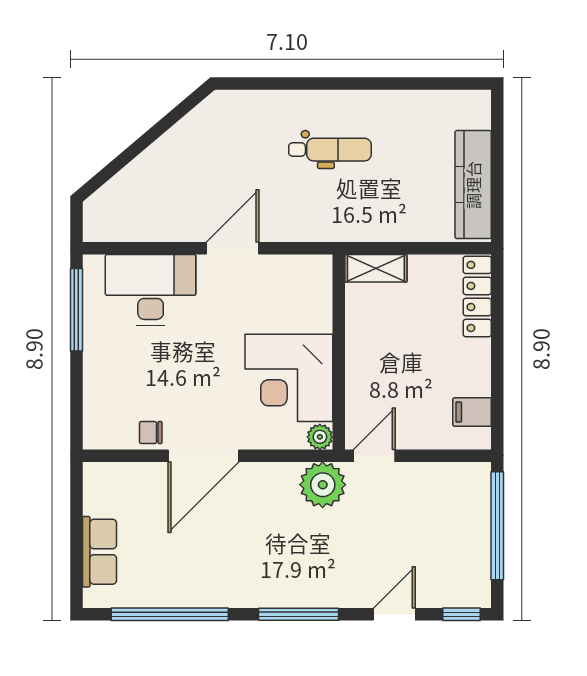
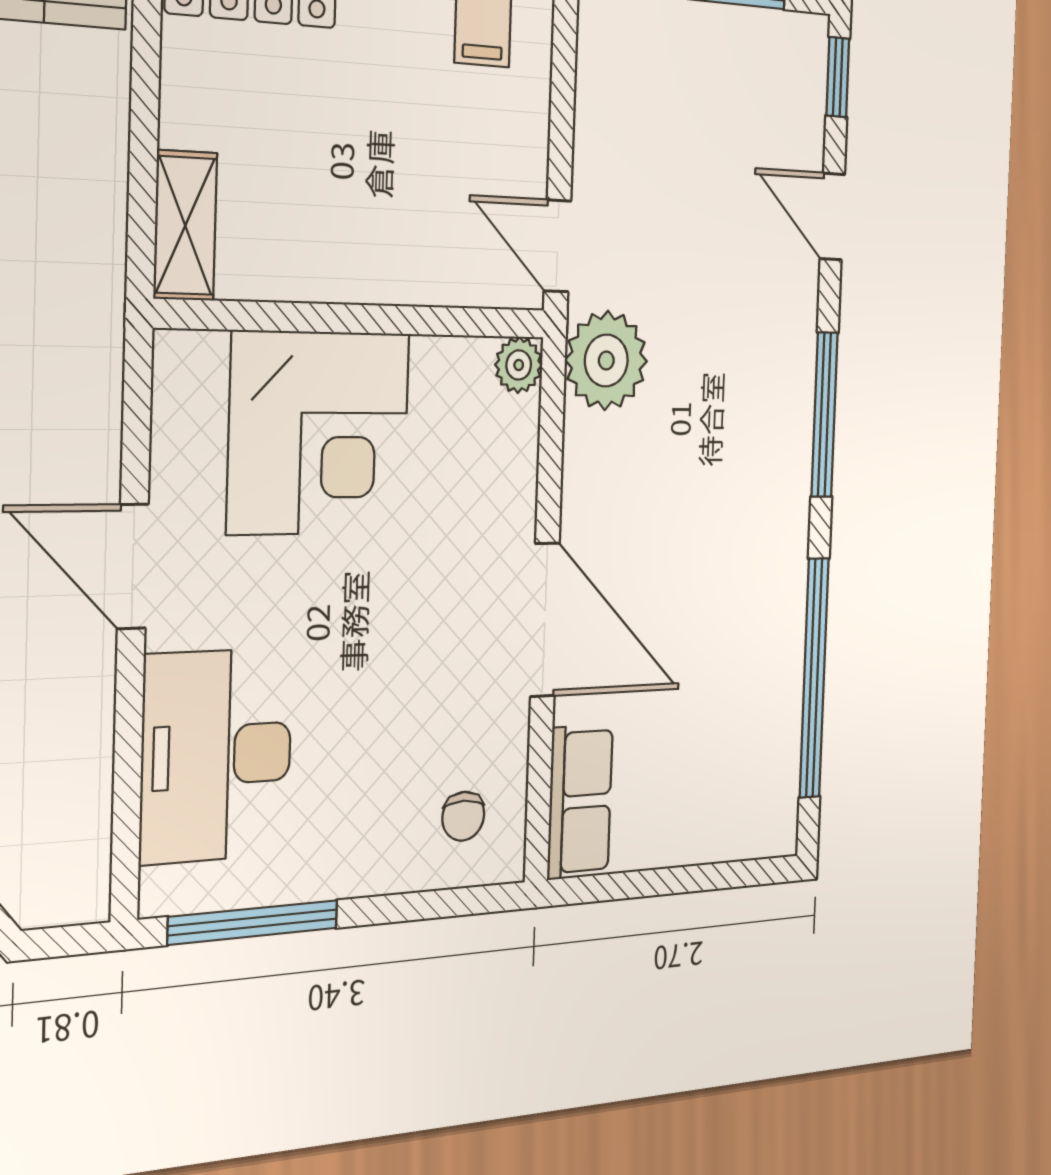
corner desk: (289, 378) -> (319, 433), moved
chair: (151, 433) -> (463, 816), moved
row of seats: (99, 552) -> (580, 802), moved, turned 90

